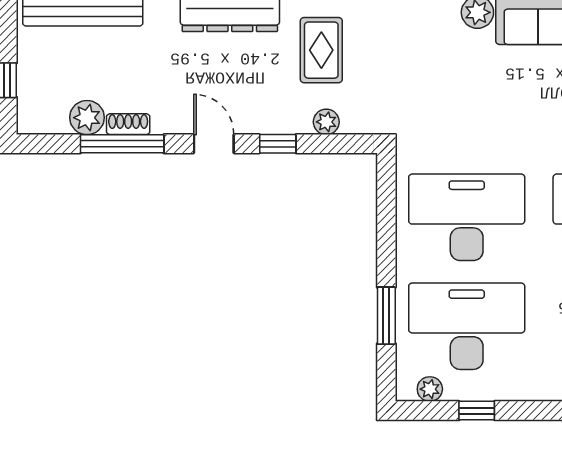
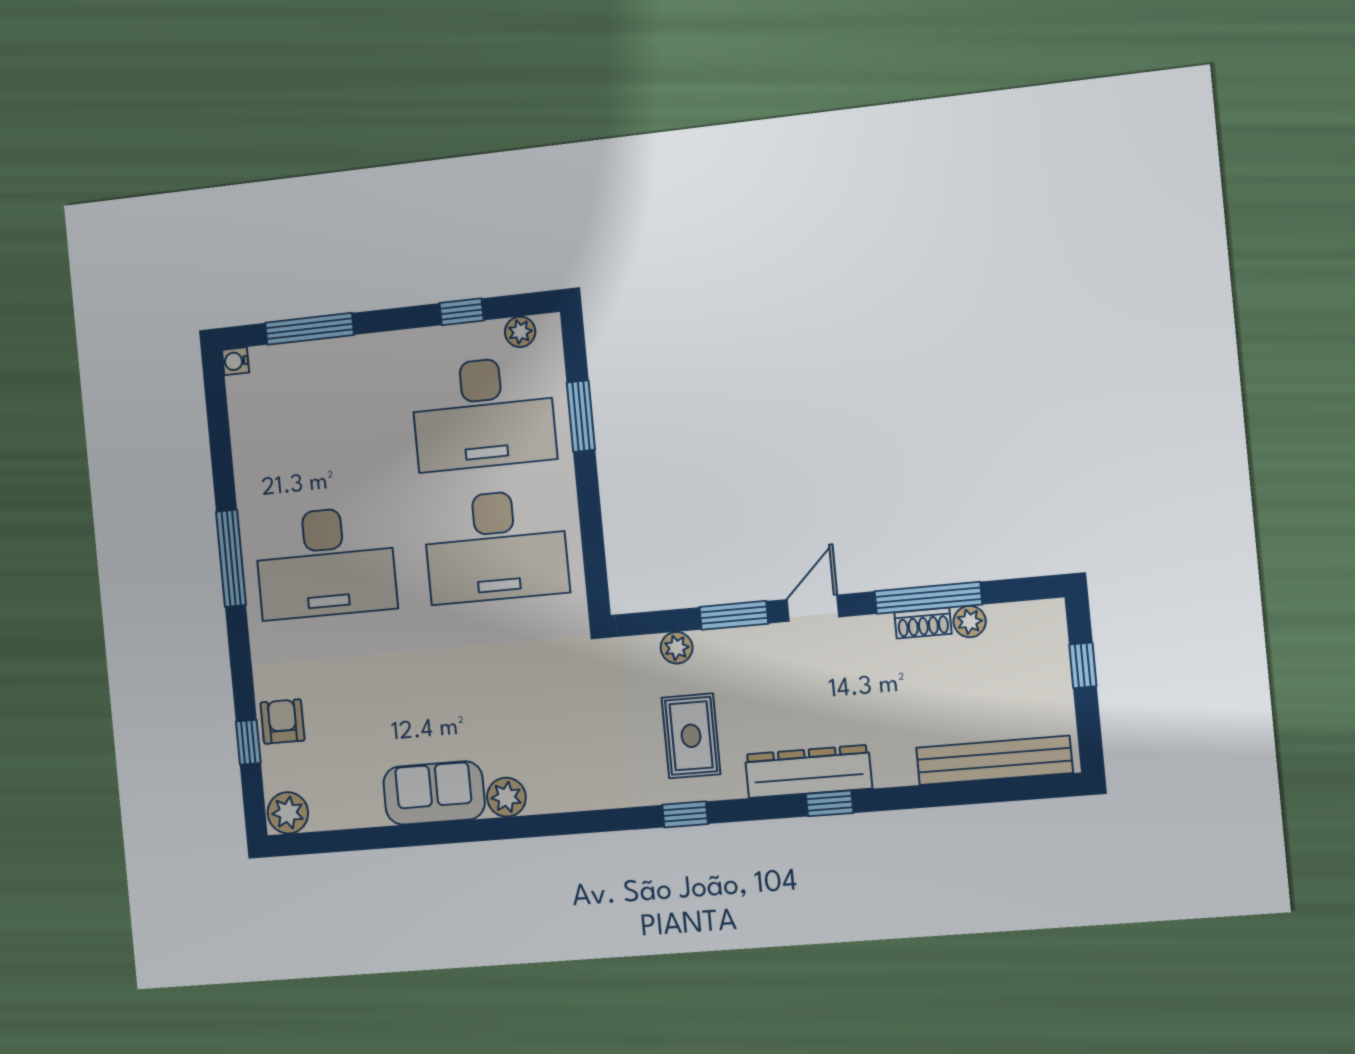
plant: (87, 118) -> (970, 622), width x0.73, depth x0.73
door: (214, 144) -> (813, 608), swing flipped
window: (278, 144) -> (734, 615), width x1.50

